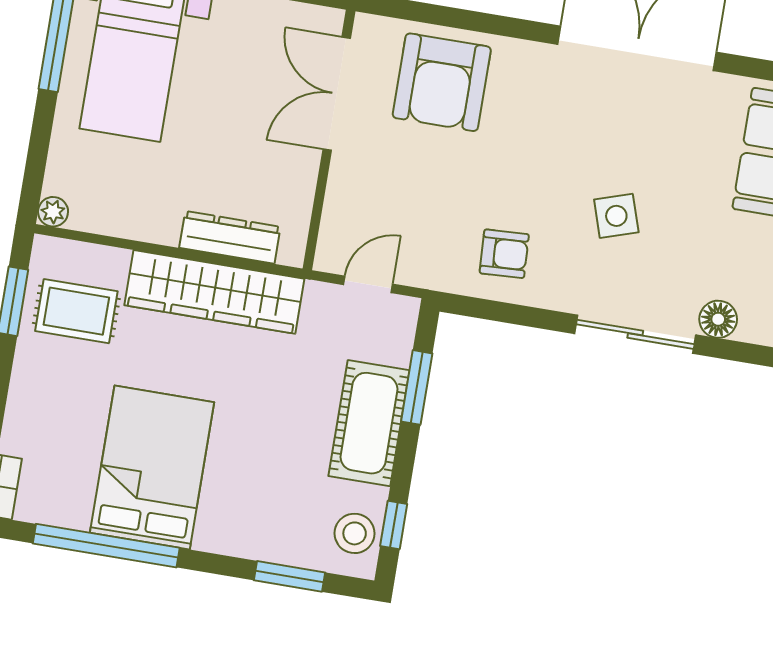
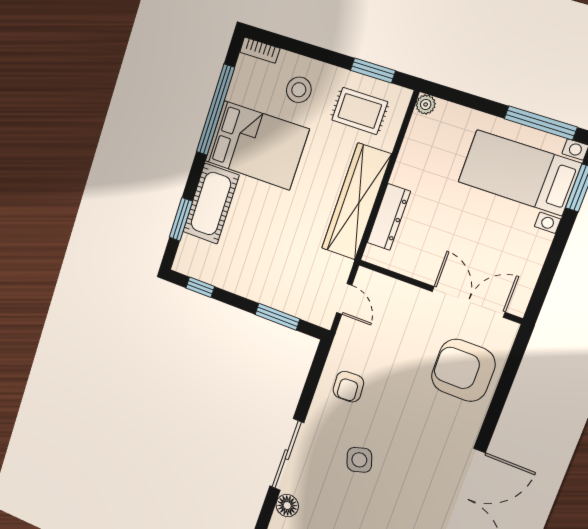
rug: (76, 311) -> (360, 111), turned 90
cot: (369, 423) -> (211, 204), moved, turned 90
stool: (355, 533) -> (299, 90), moved

